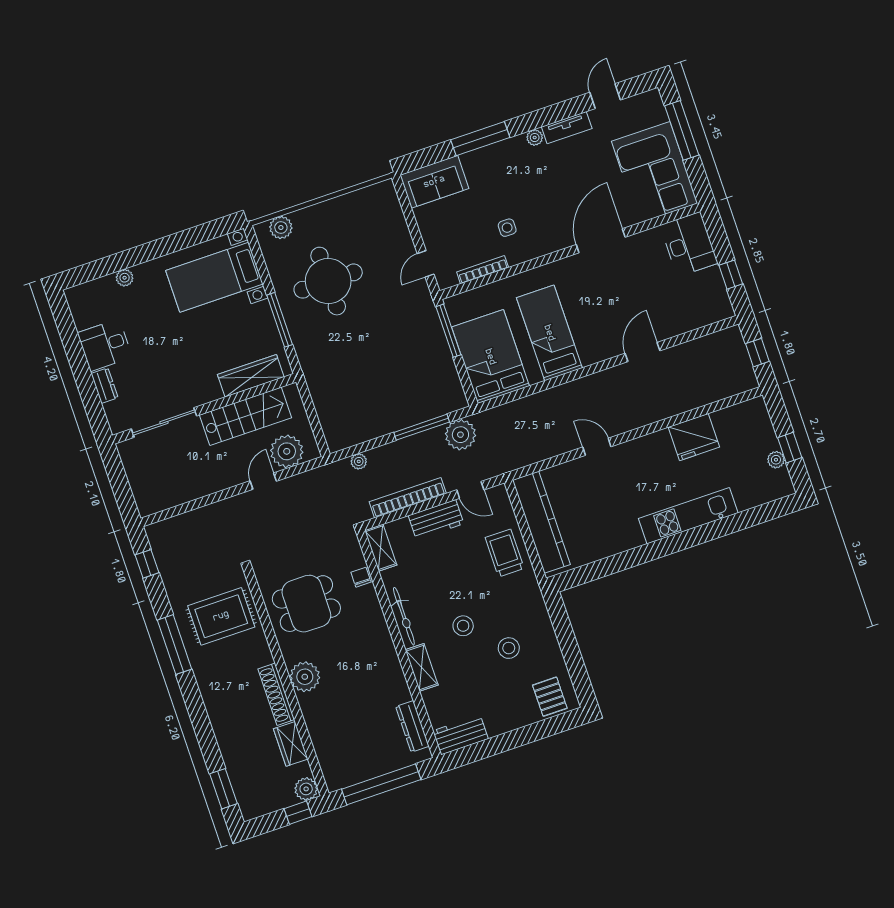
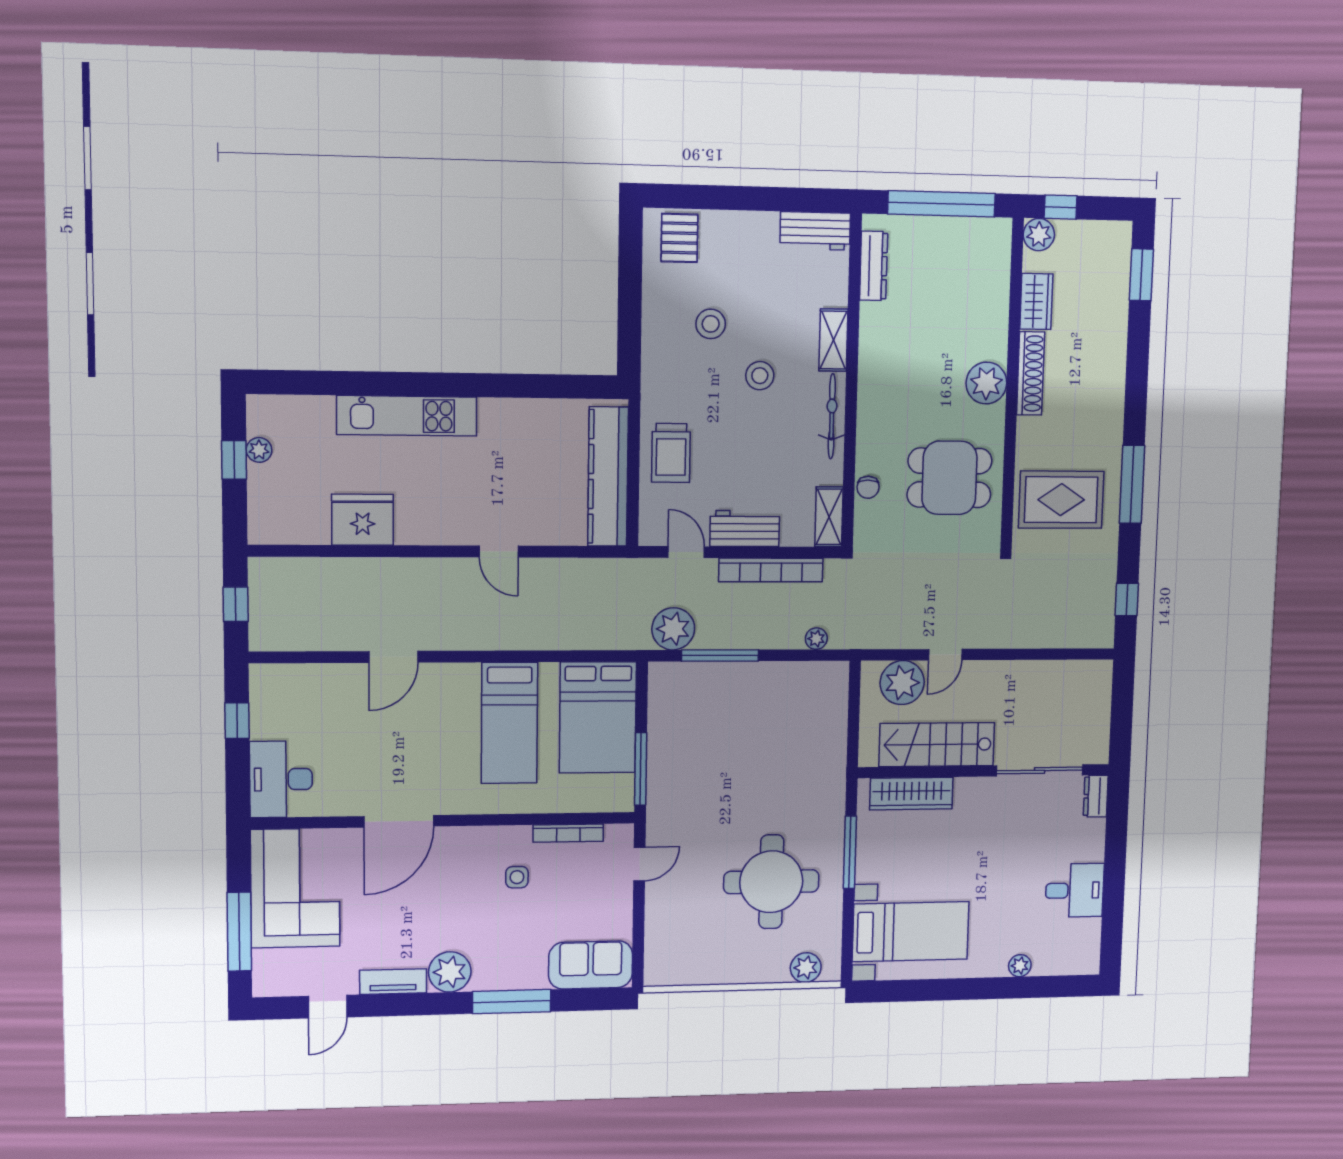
plant: (535, 138) -> (450, 972), width x1.87, depth x1.87
dresser: (105, 386) -> (1096, 796), moved

